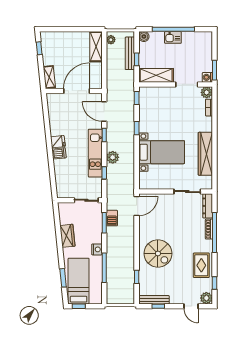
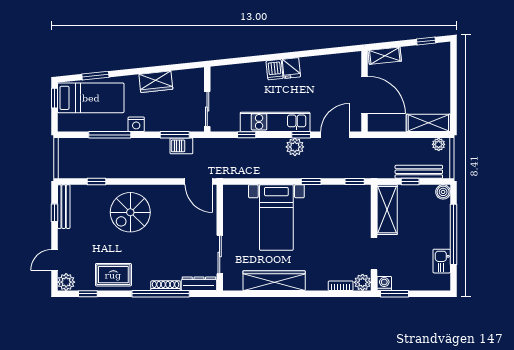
kitchen sink: (173, 37) -> (442, 261), moved
plant: (113, 157) -> (295, 147), moved

